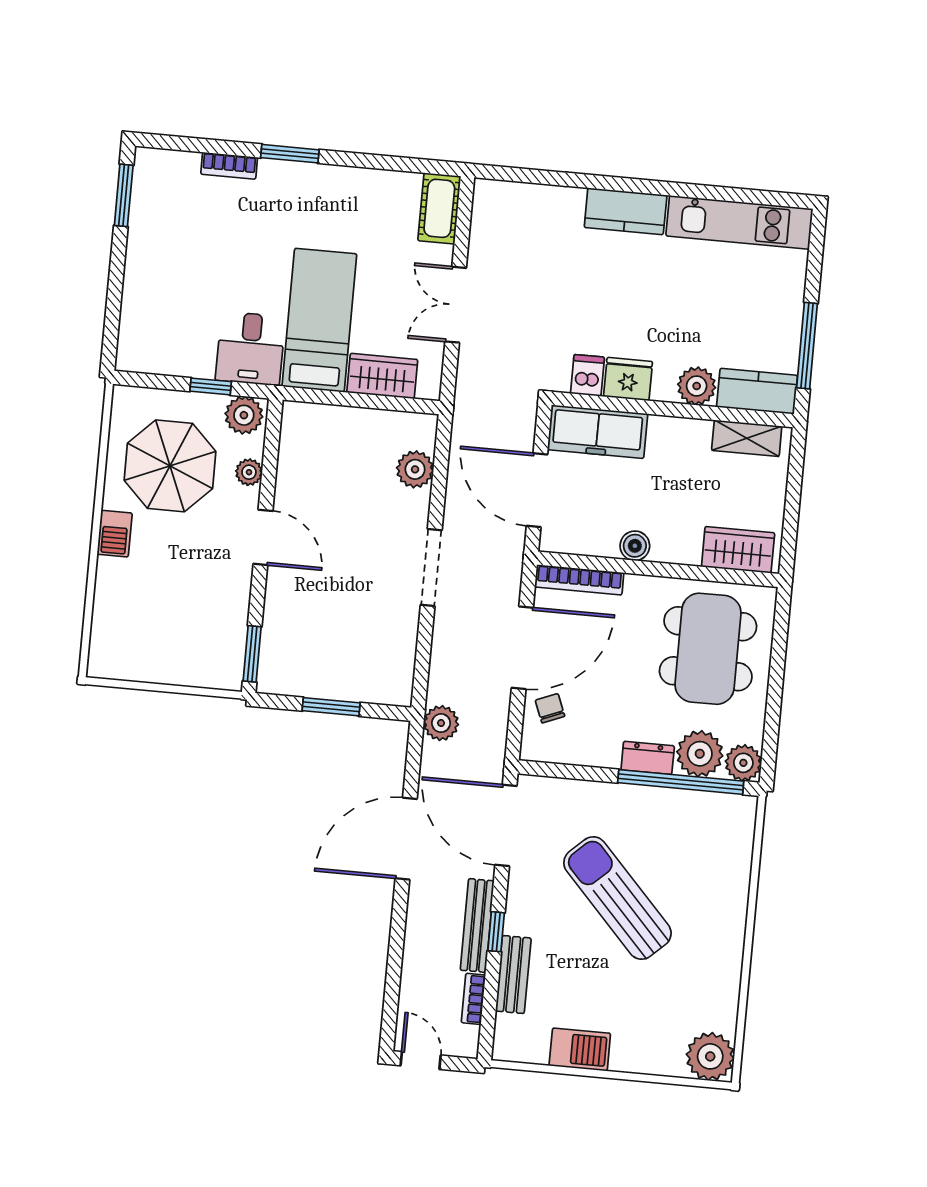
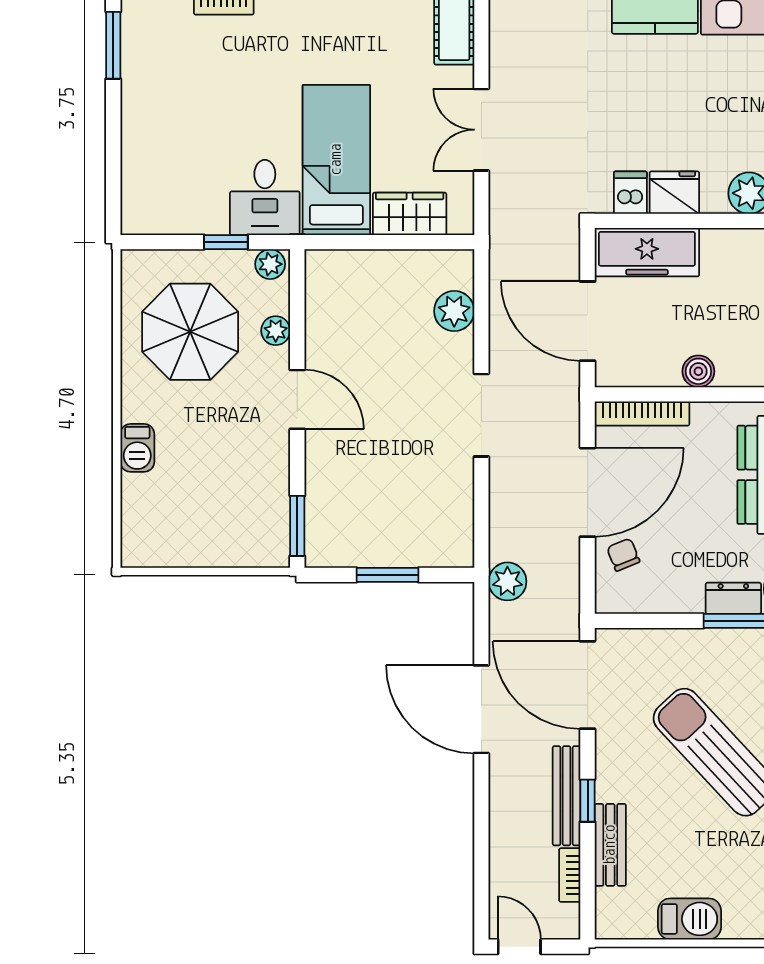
plant: (244, 415) -> (270, 264), width x0.73, depth x0.73
barbecue: (115, 534) -> (137, 448), moved
door: (406, 839) -> (481, 709), hinge flipped

